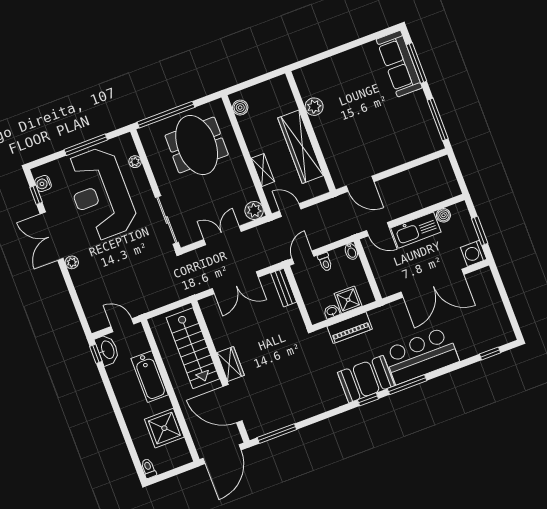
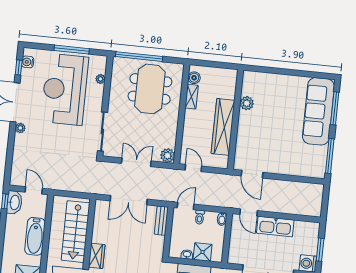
sofa: (399, 64) -> (318, 111), width x1.36, depth x1.27
shelving: (263, 170) -> (192, 97), moved
boiler: (443, 215) -> (300, 226), removed

